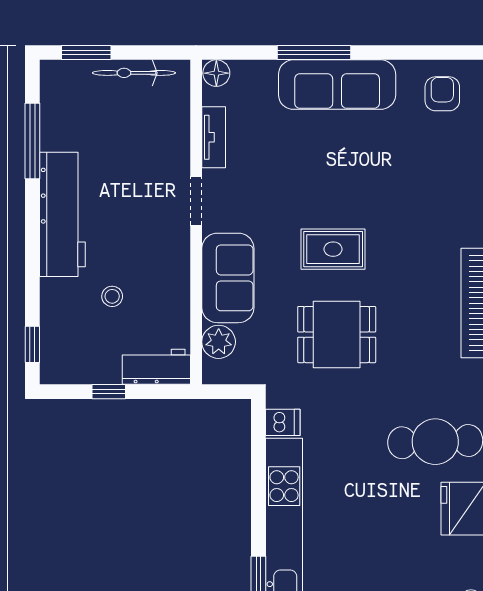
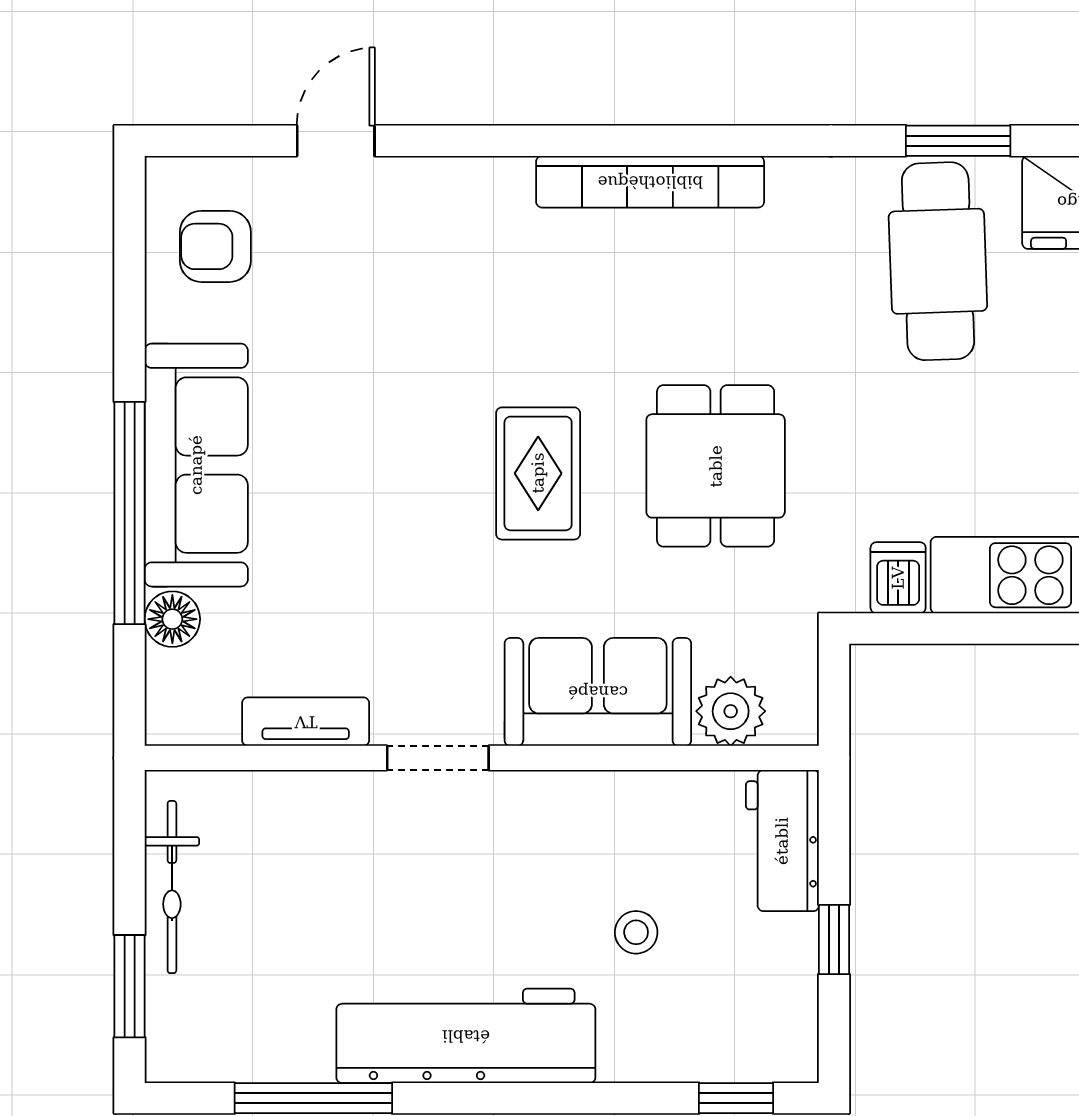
window: (314, 52) -> (130, 513), width x1.46
floor lamp: (216, 73) -> (172, 619), moved

